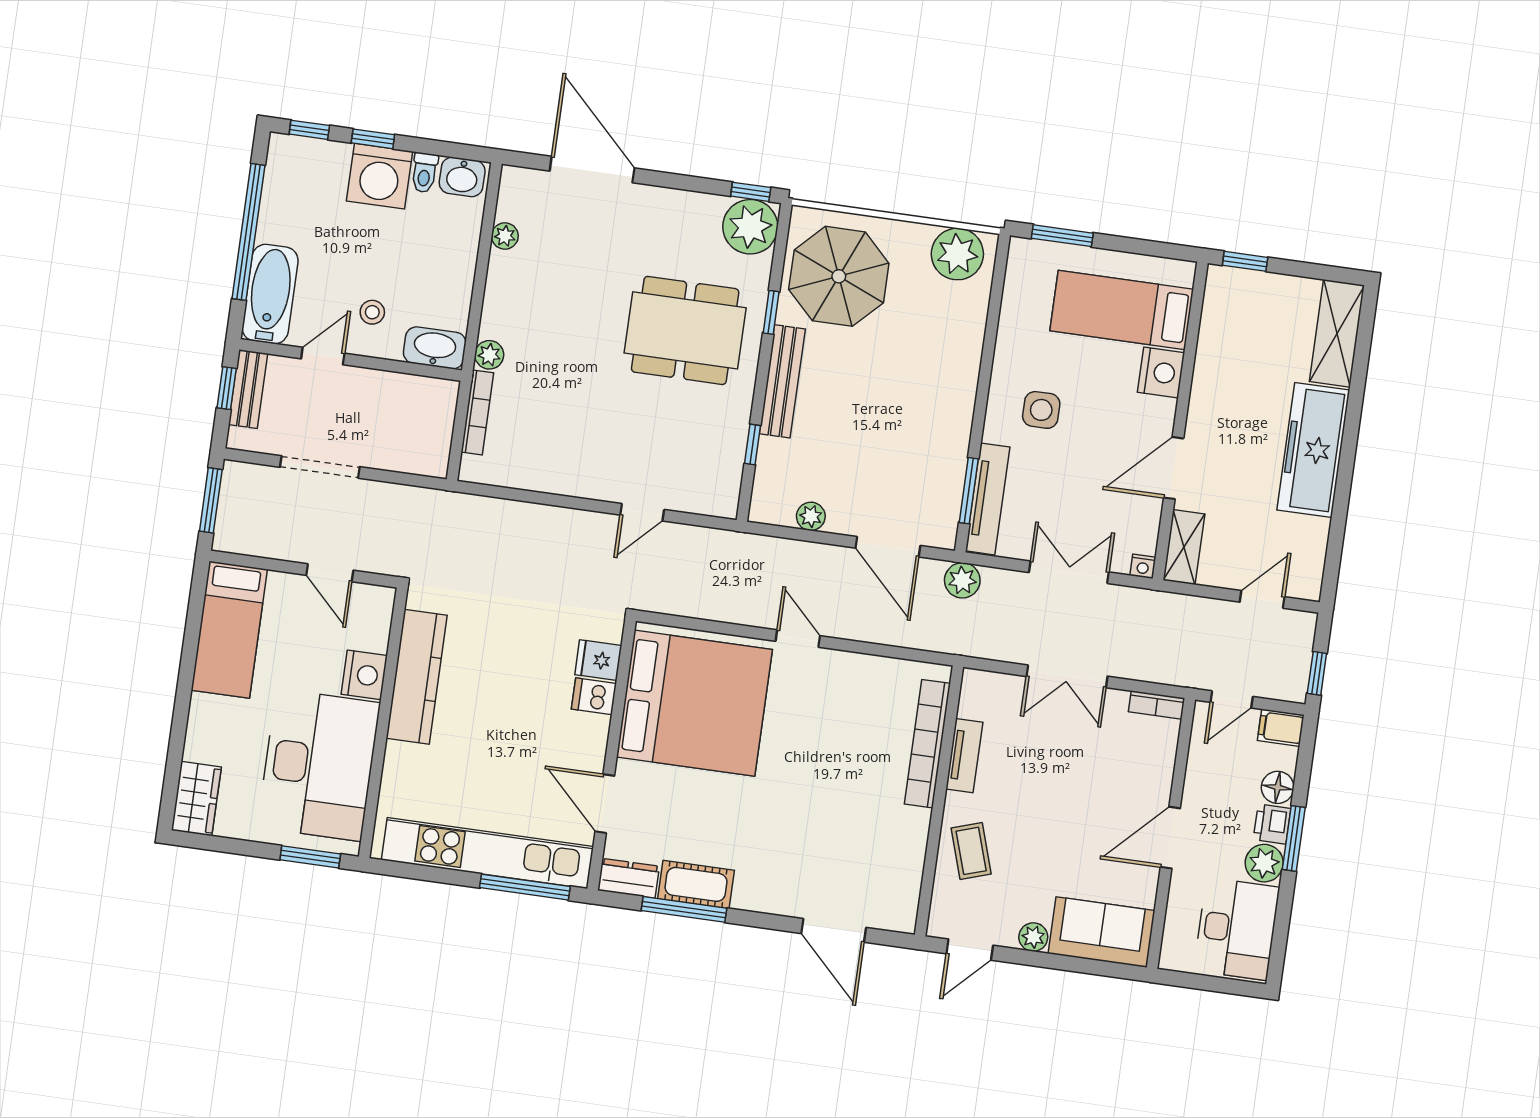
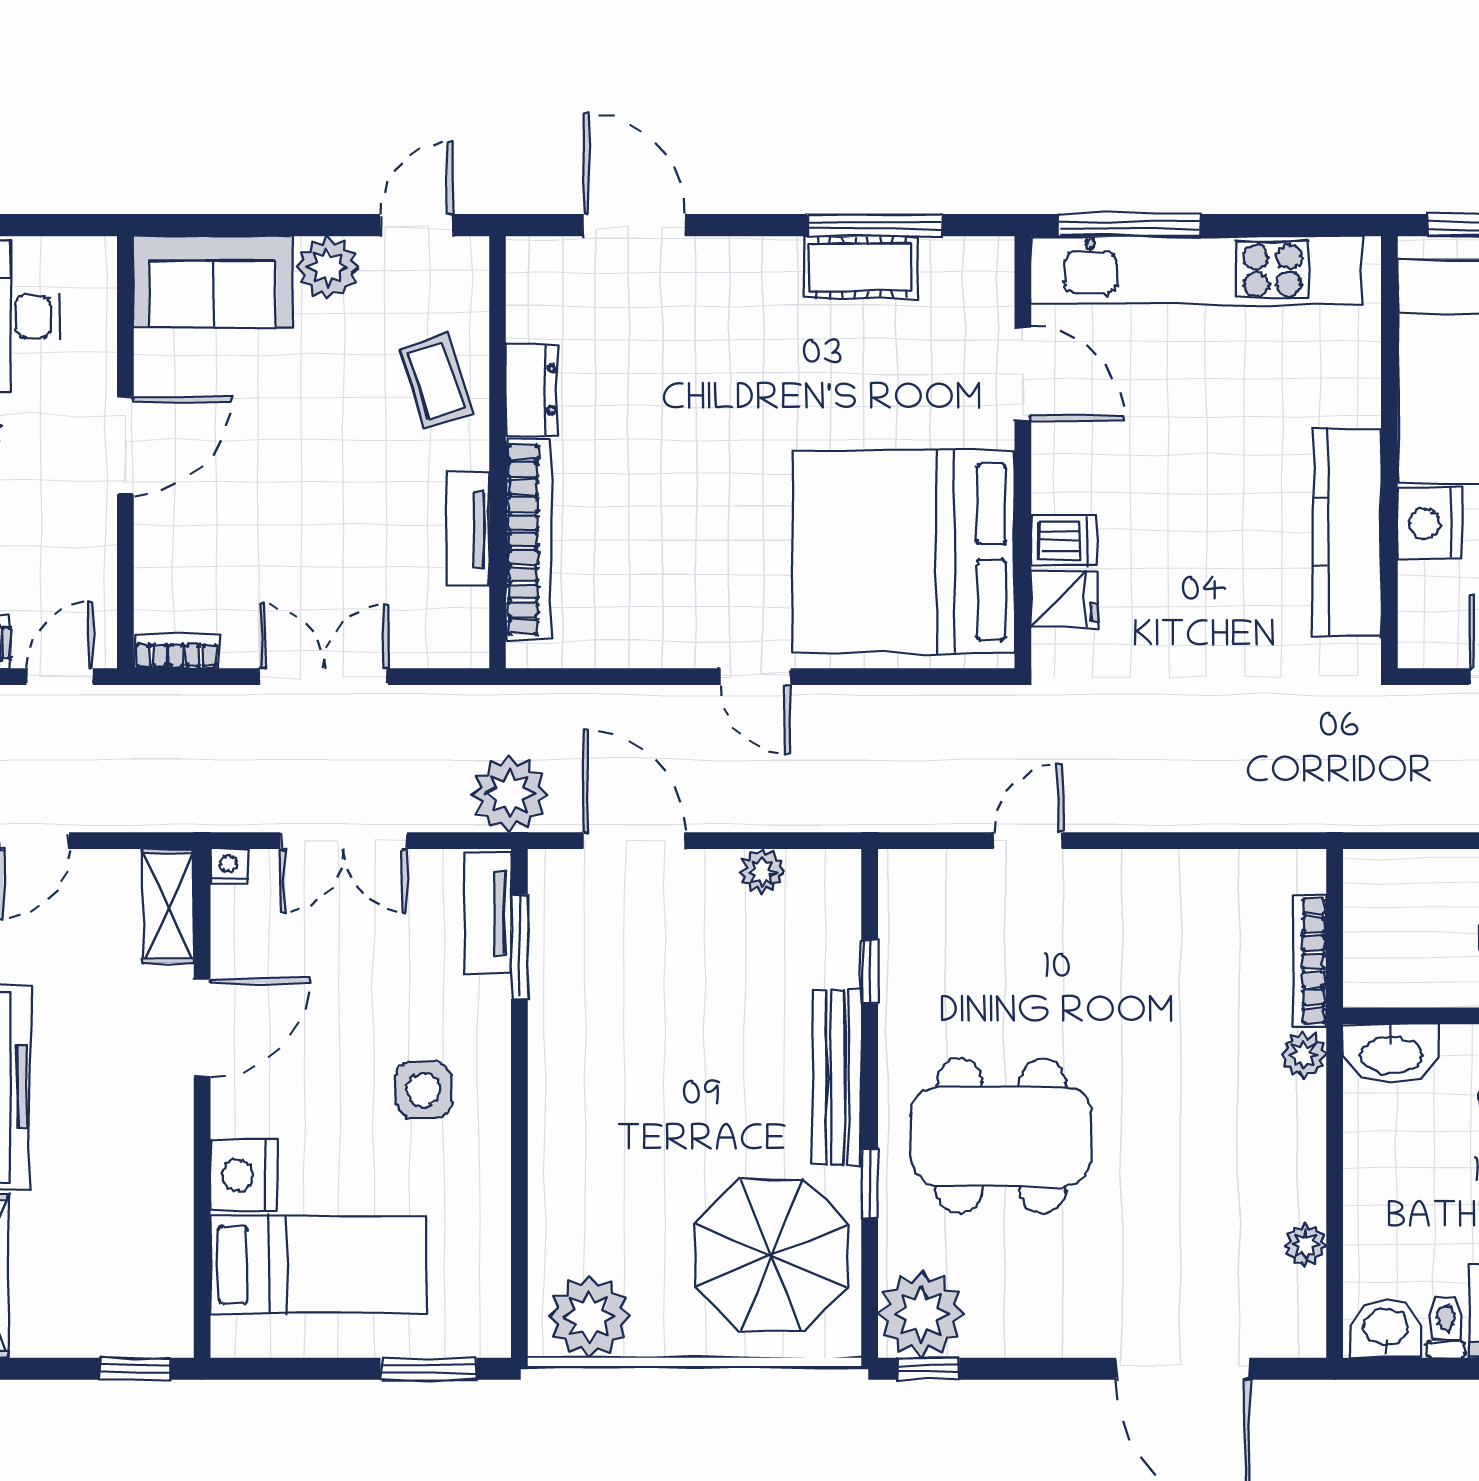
tv unit: (988, 499) -> (488, 913), width x0.71
plant: (962, 580) -> (510, 794), width x1.36, depth x1.36
dresser: (629, 878) -> (532, 389), moved, turned -90
plant: (1033, 937) -> (328, 267), width x1.38, depth x1.38

